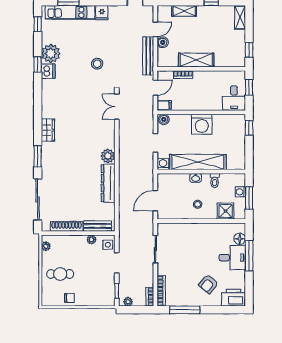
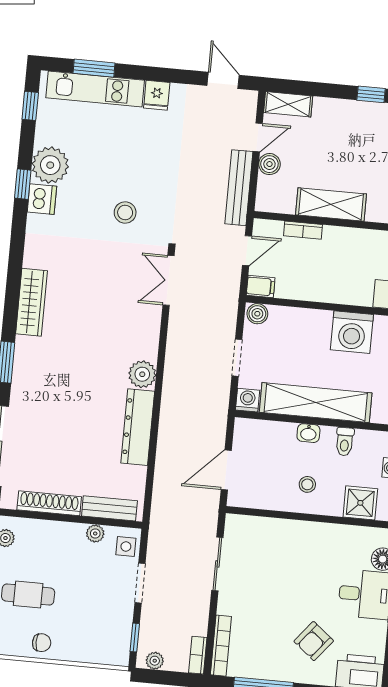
shelving: (184, 11) -> (288, 104), moved
stool: (97, 64) -> (125, 213), moved
washing machine: (202, 124) -> (352, 332), moved
wardrobe: (48, 130) -> (32, 302), width x1.50

